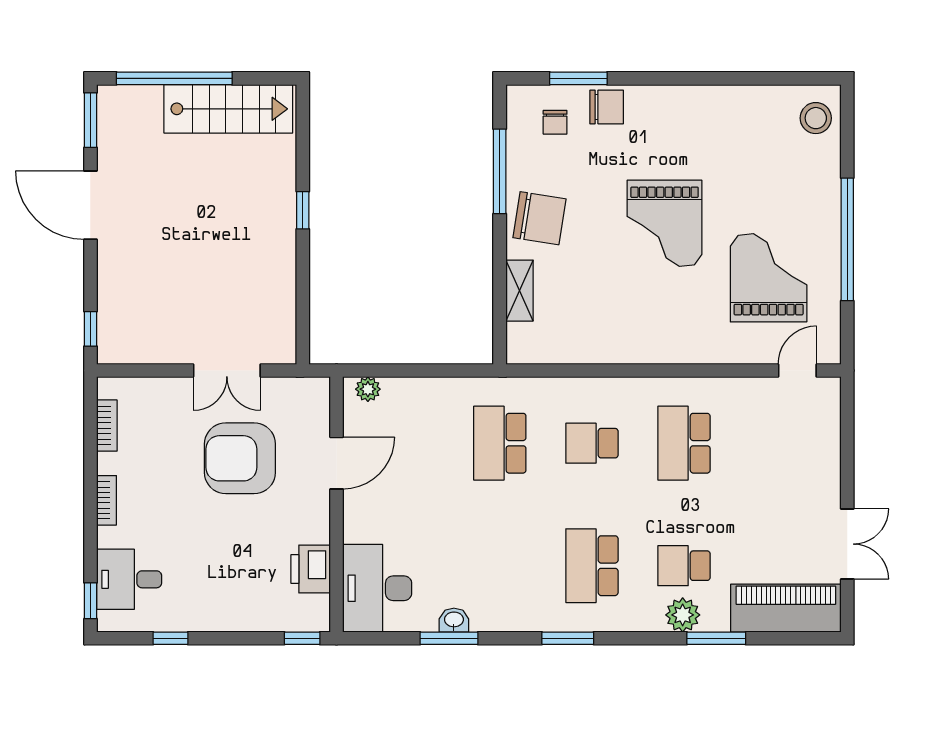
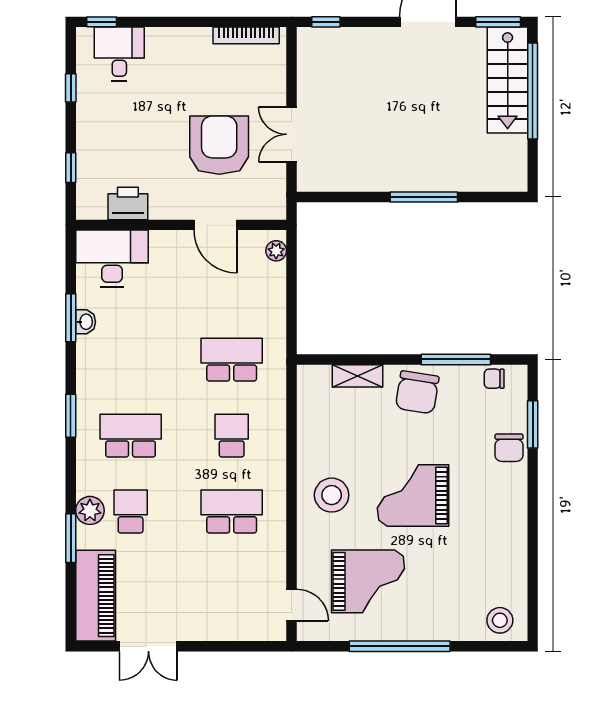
stairs: (228, 109) -> (508, 80), moved
chair: (555, 122) -> (494, 379), moved
window: (303, 210) -> (424, 197), width x2.17
stool: (664, 322) -> (332, 495), added
bookcase: (107, 426) -> (246, 35), width x1.56
bookcase: (107, 500) -> (184, 35), removed
window: (302, 638) -> (71, 168), moved

